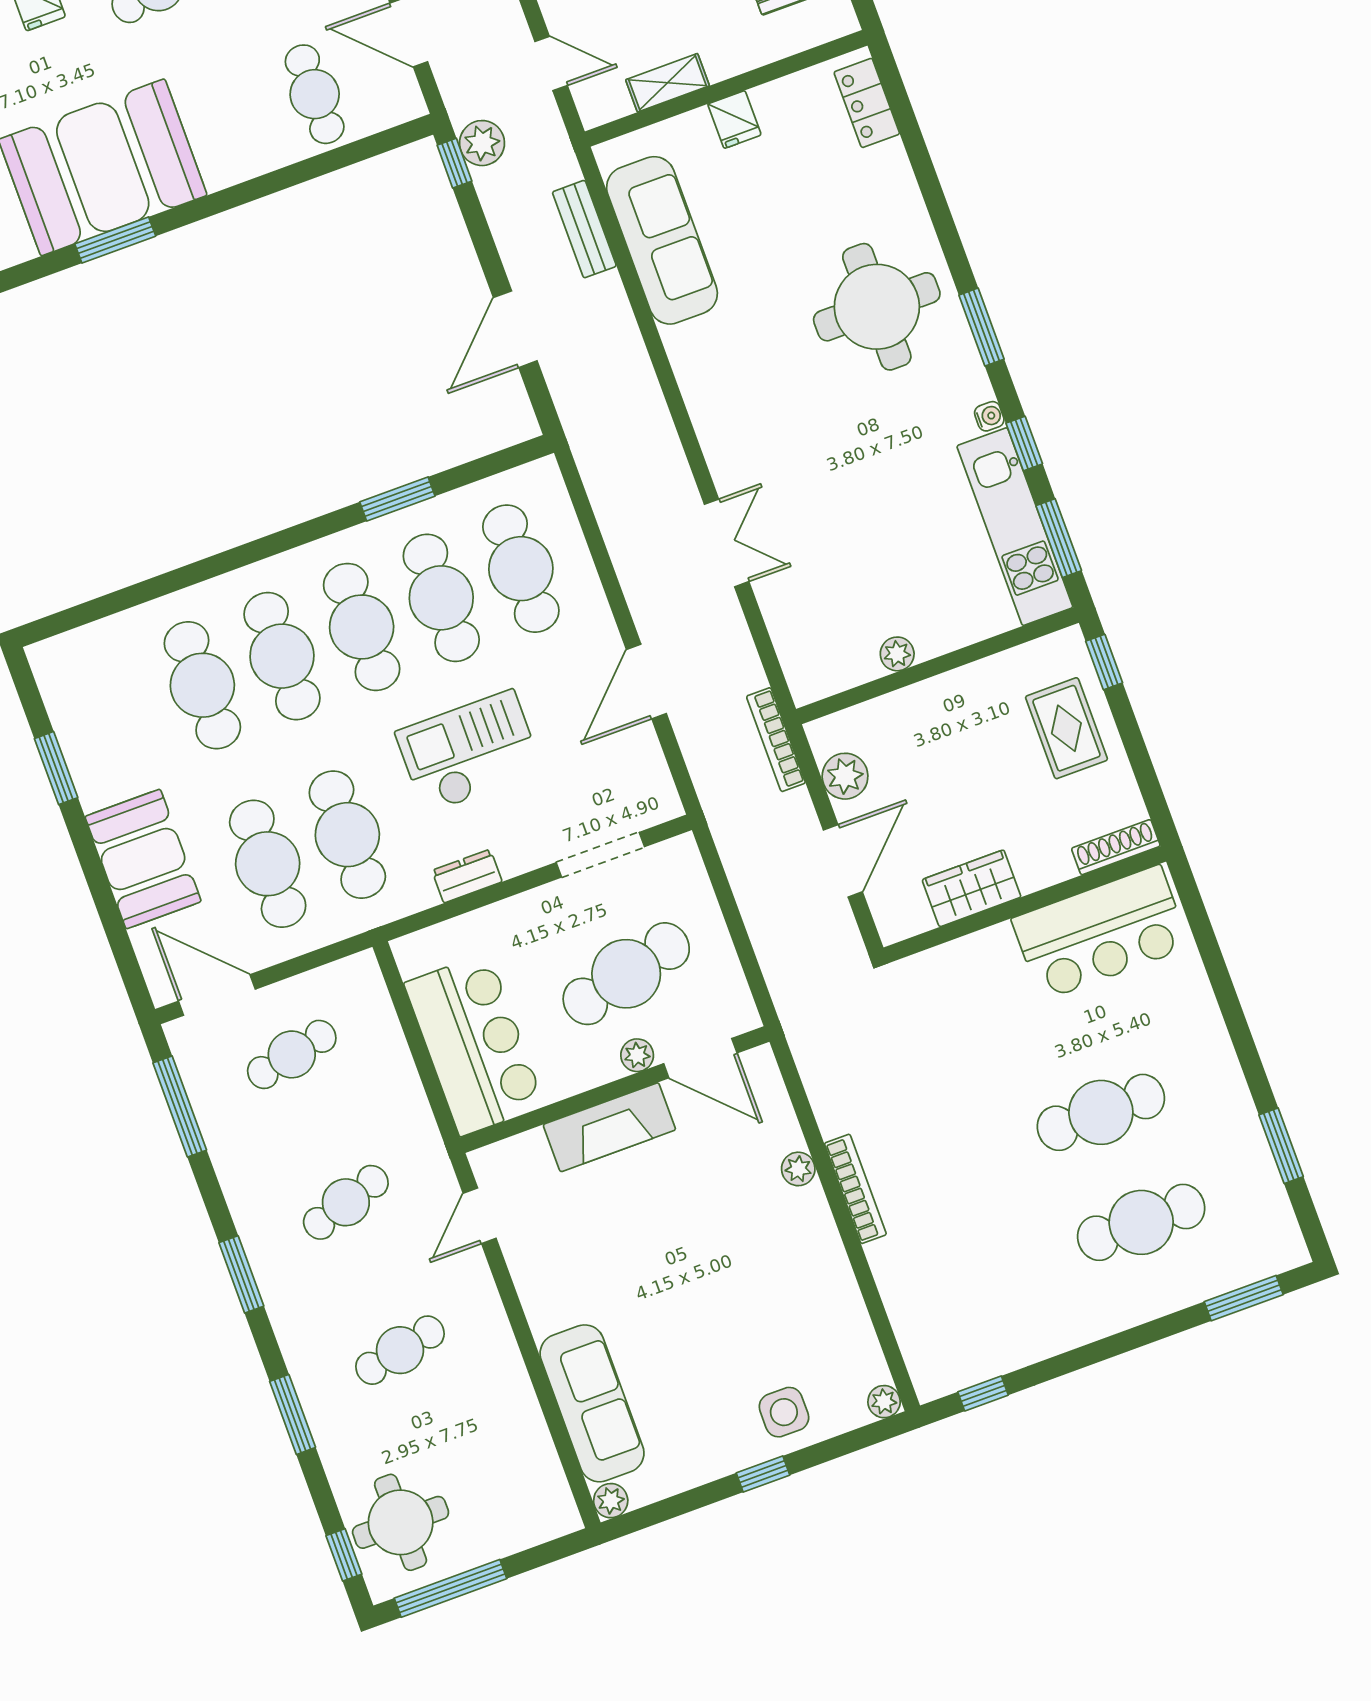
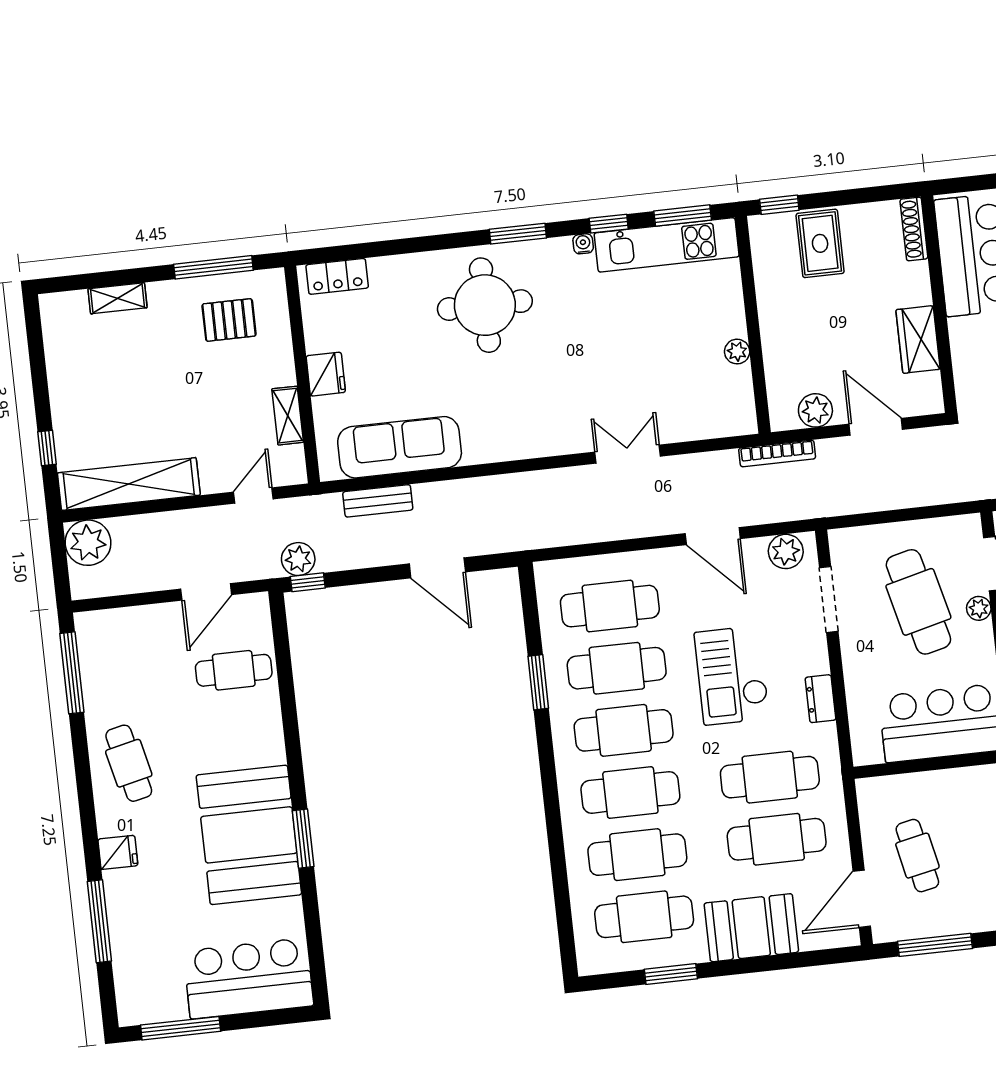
fridge: (734, 119) -> (326, 374), width x1.38
cafe table: (123, 714) -> (644, 917), added
rug: (1066, 728) -> (820, 243), turned 90
plant: (650, 783) -> (786, 551), added

